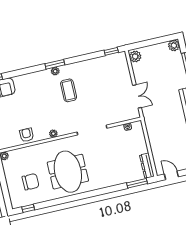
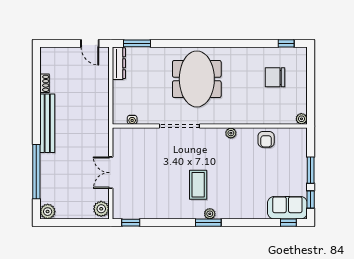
double door: (137, 96) -> (111, 173), moved
meeting table: (68, 172) -> (197, 79), moved

